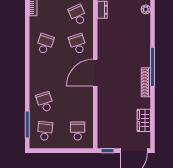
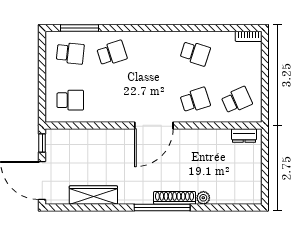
plant: (146, 9) -> (203, 198), moved
door: (95, 73) -> (154, 125), swing flipped
shoe rack: (146, 82) -> (175, 198), moved
wardrobe: (144, 120) -> (93, 195), width x1.50

